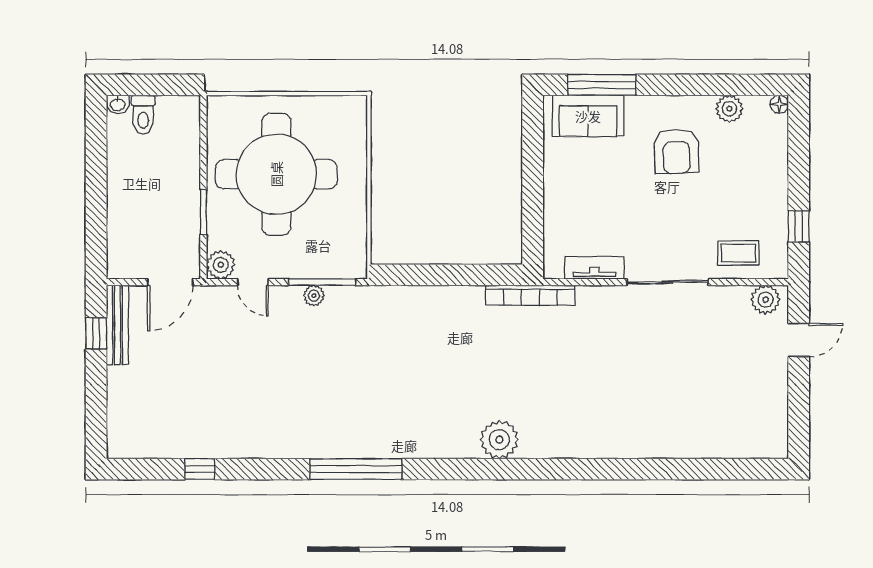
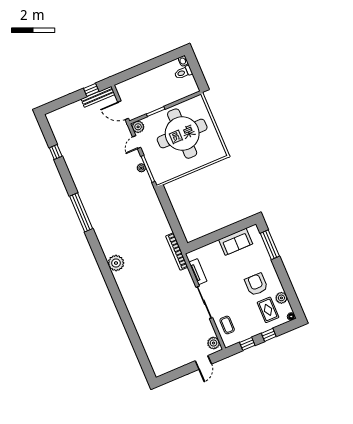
sofa: (588, 116) -> (236, 242), moved, turned -90
rug: (743, 149) -> (268, 310), added
armchair: (676, 151) -> (256, 284), turned 92
window: (799, 171) -> (269, 335), added
door: (799, 340) -> (203, 362), hinge flipped

